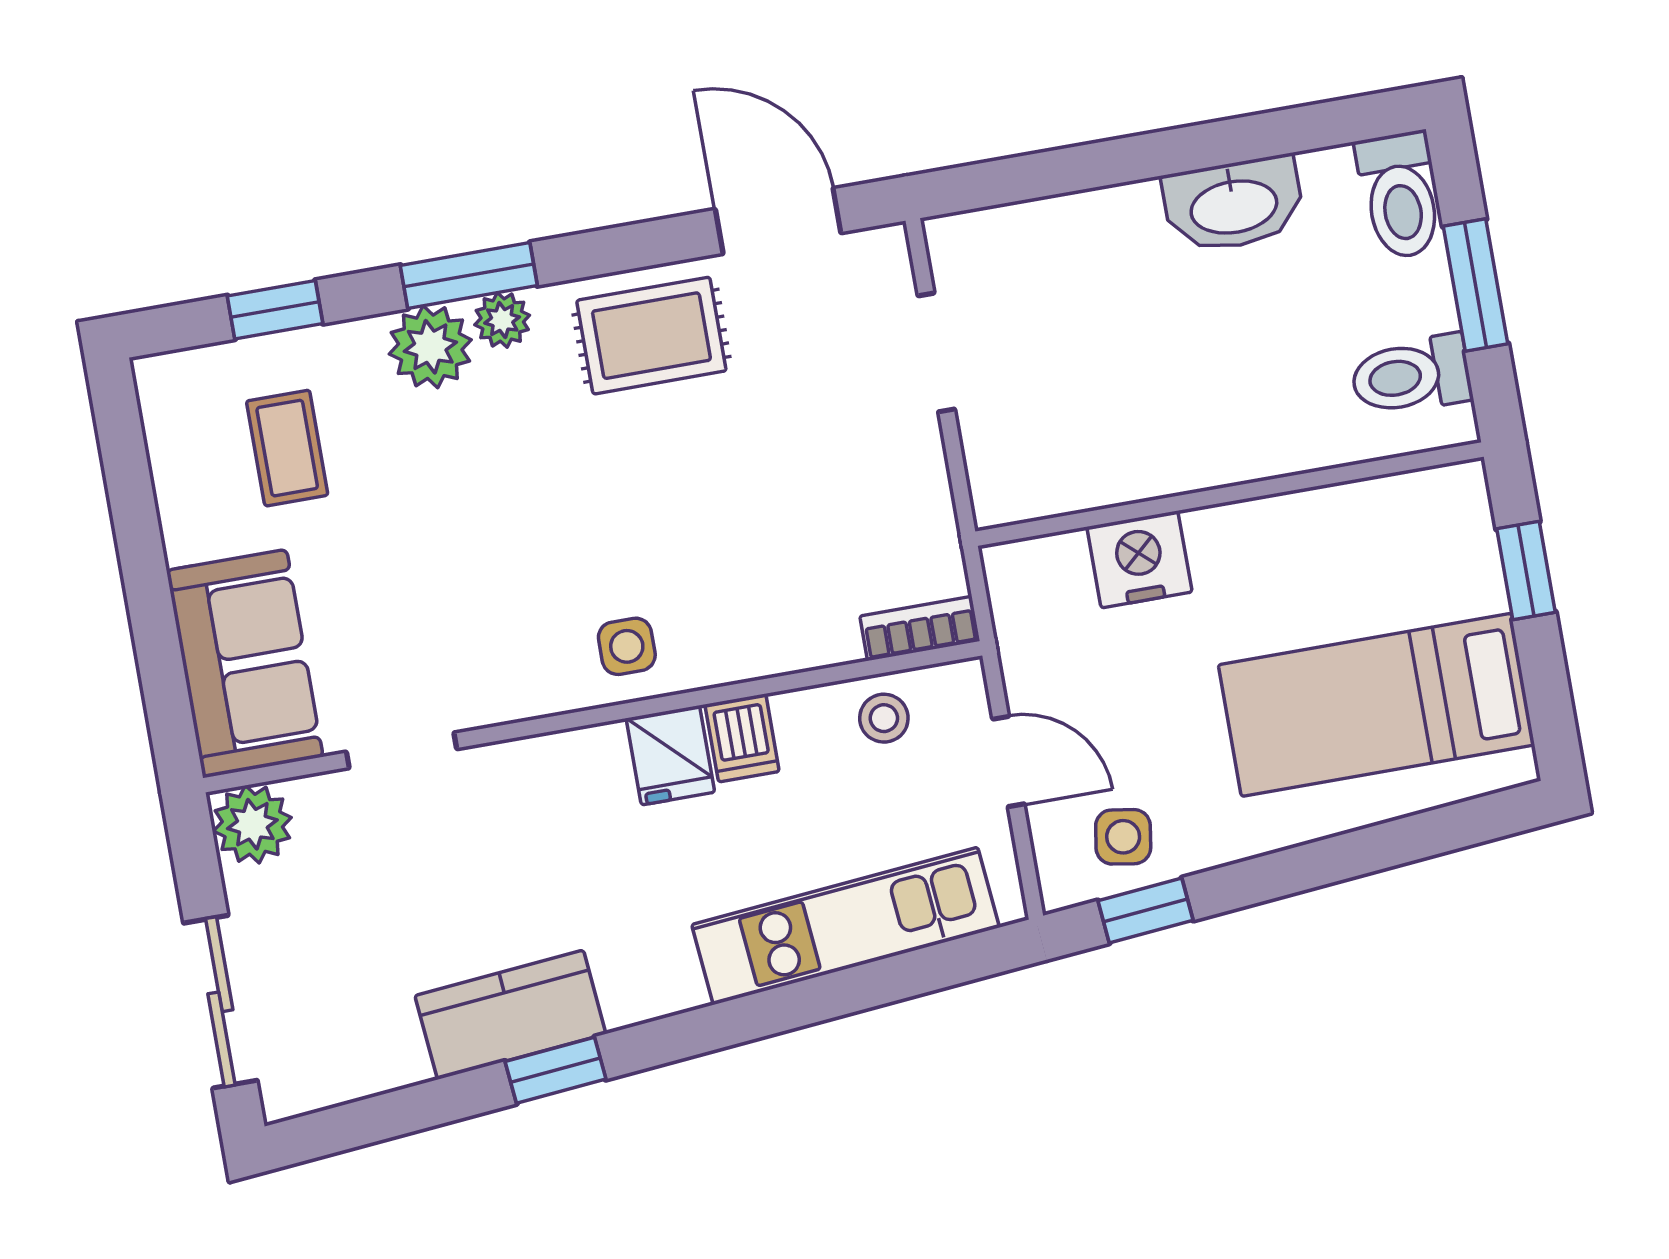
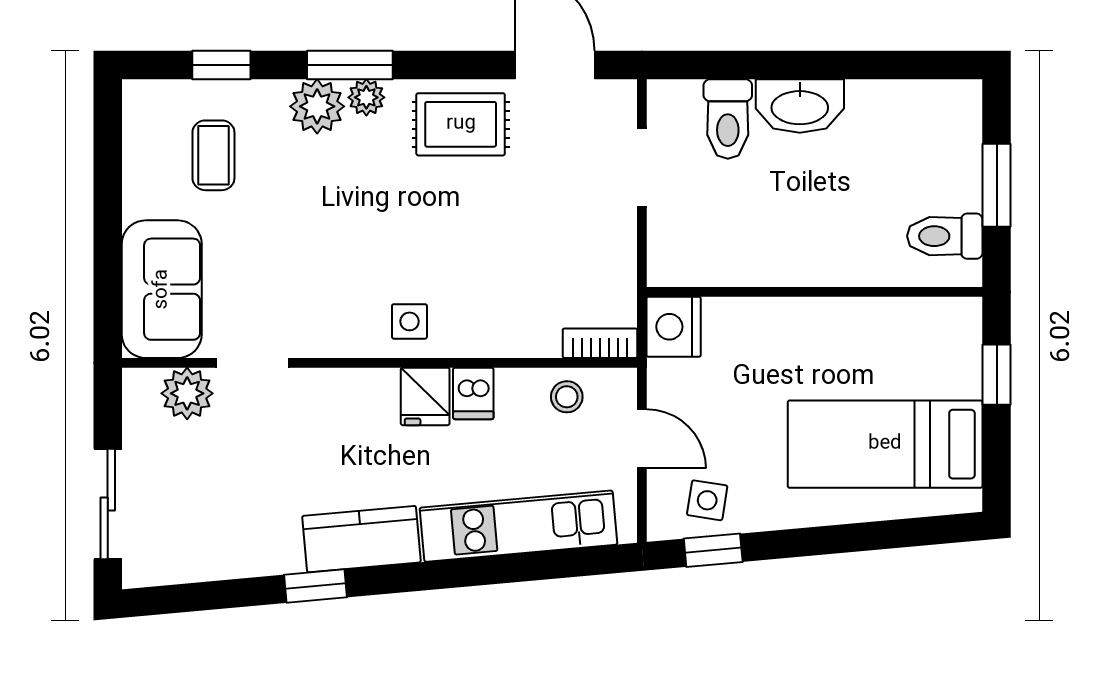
toilet: (1400, 195) -> (728, 119), moved
washbasin: (1233, 205) -> (800, 106), moved
nightstand: (1139, 559) -> (674, 327), moved, turned -90
plant: (252, 824) -> (187, 393), moved
kitchen counter: (510, 1015) -> (361, 539), moved

